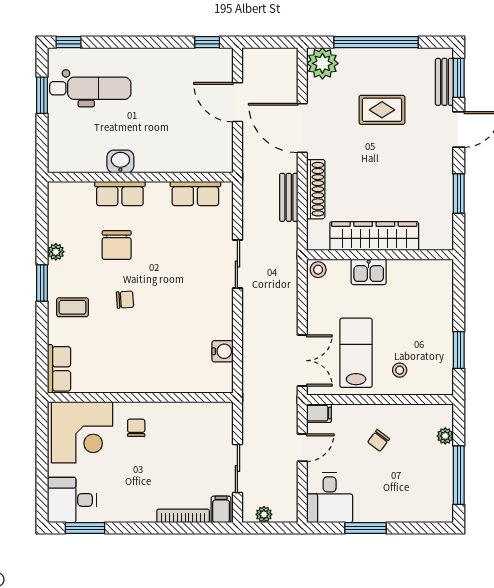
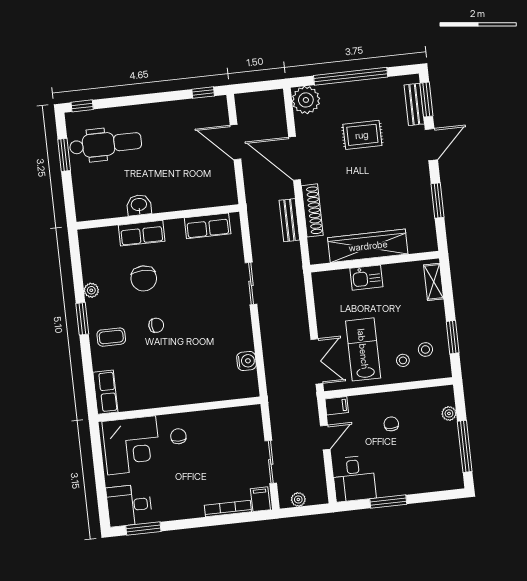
stool: (318, 270) -> (425, 349), moved
shelving: (444, 285) -> (434, 282), added
chair: (379, 440) -> (391, 424), turned 143

